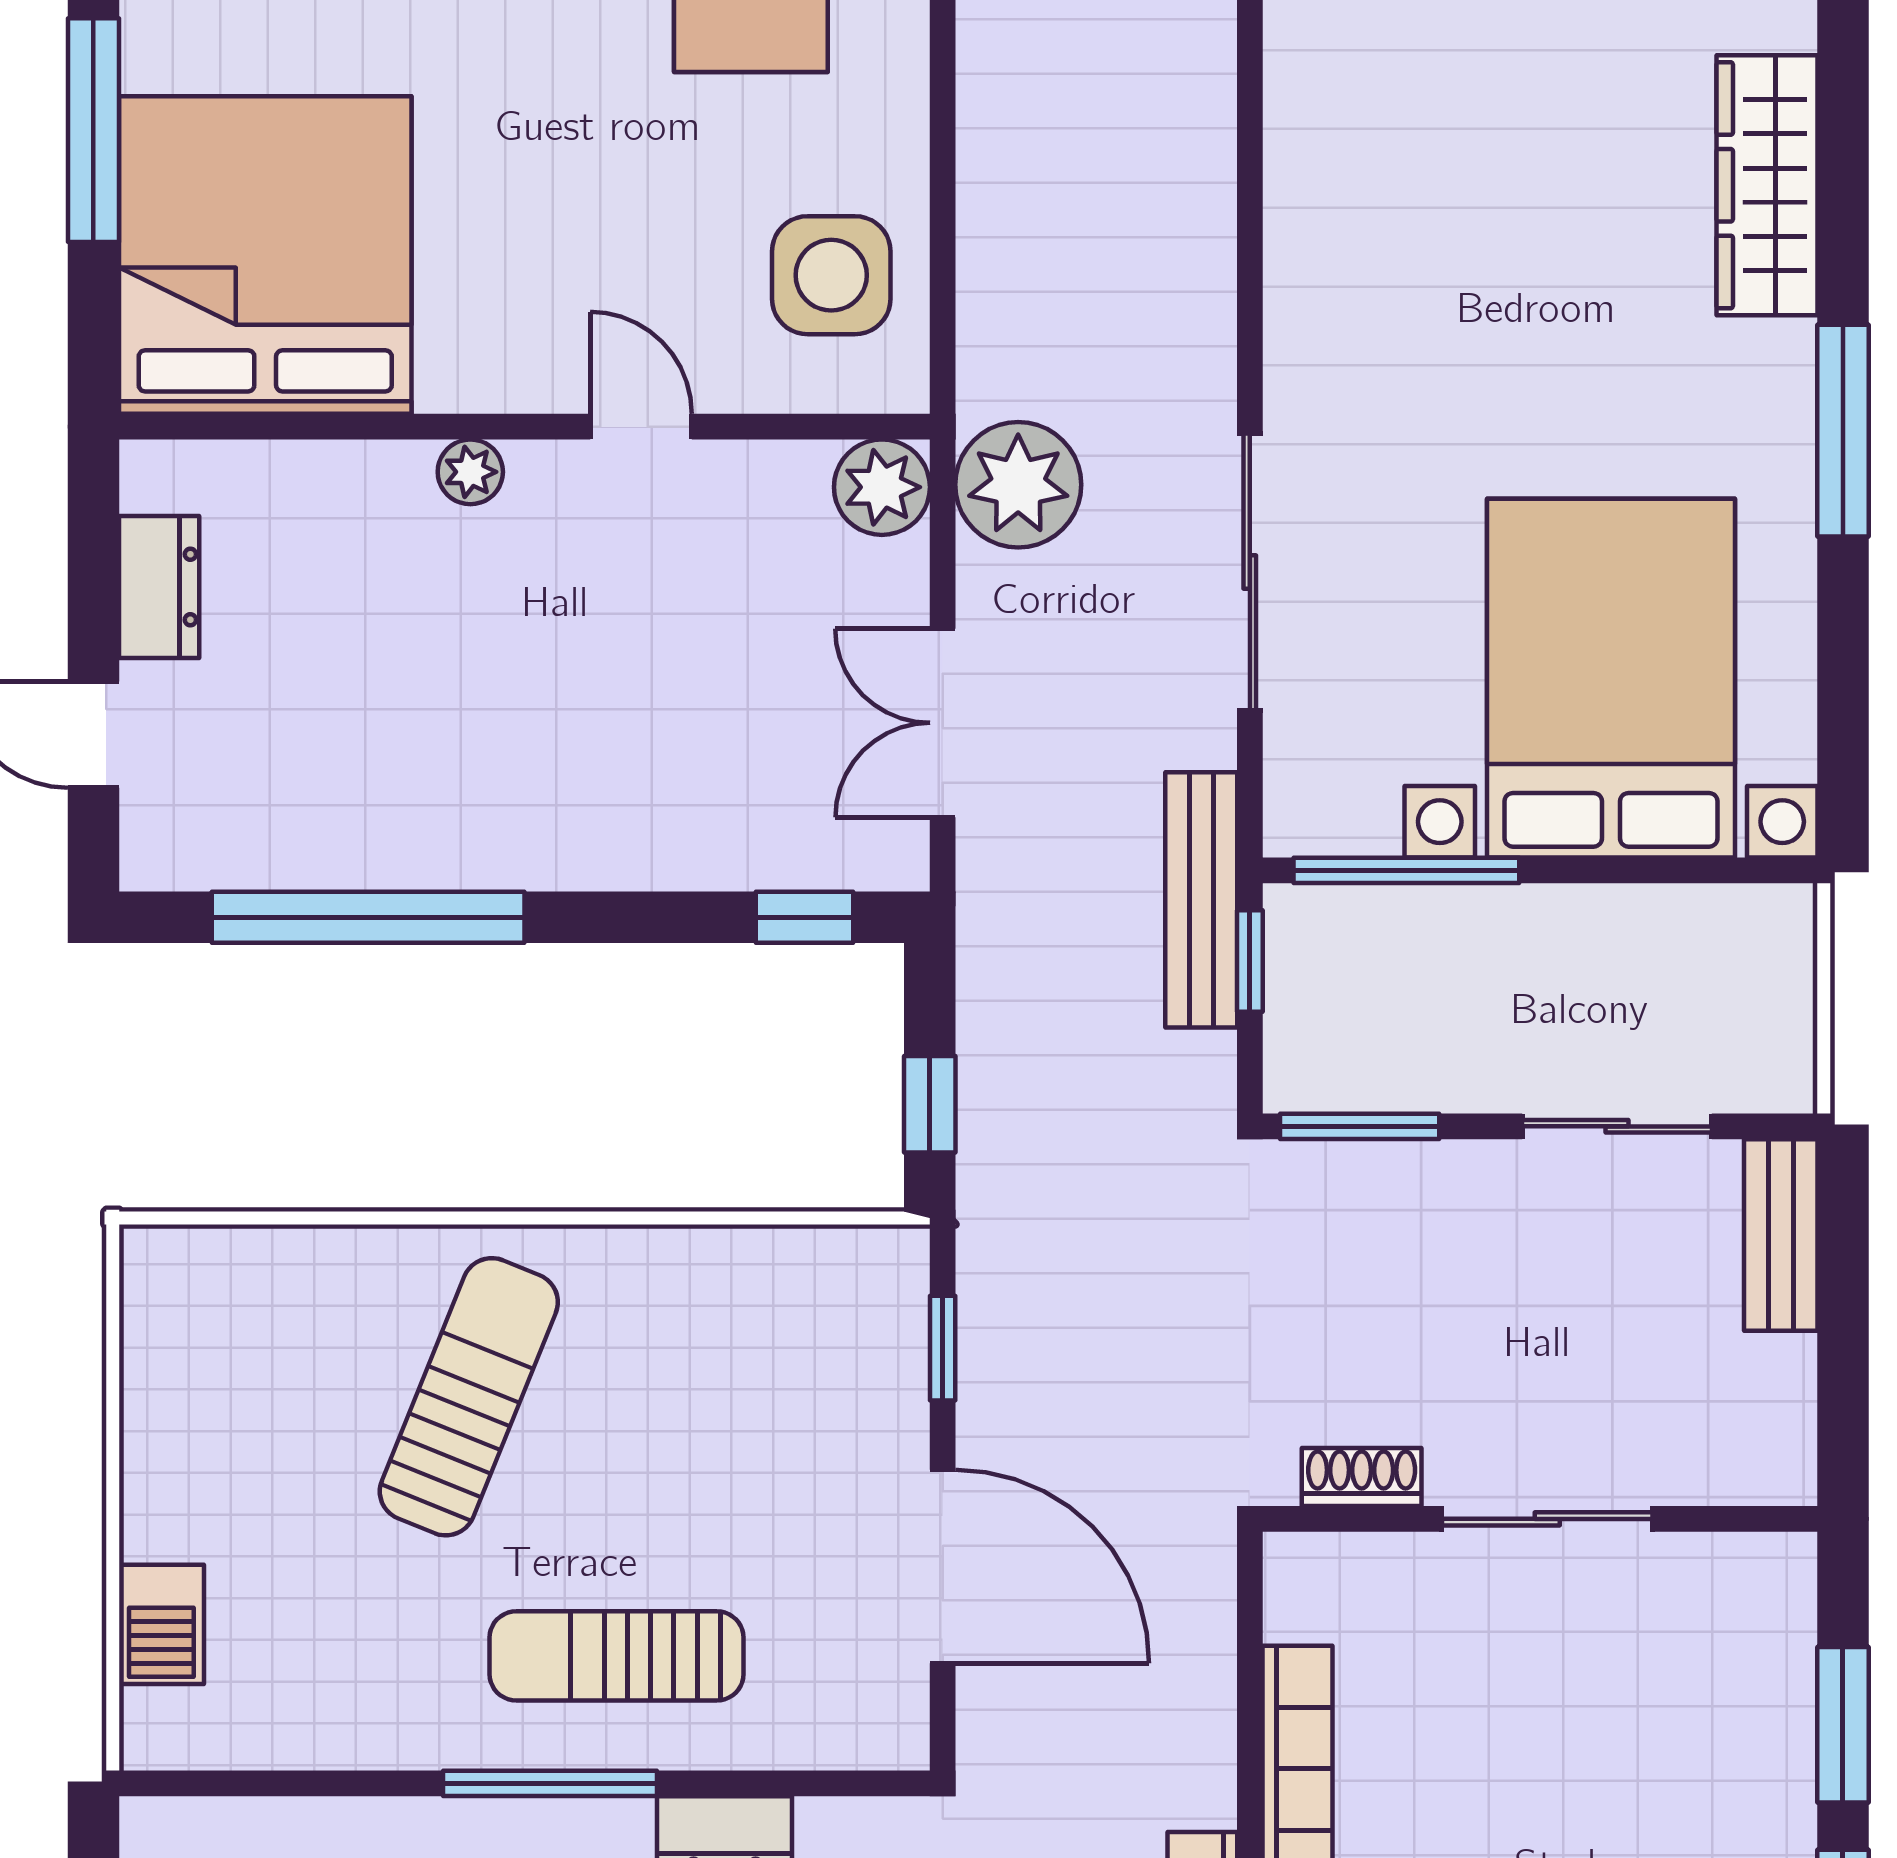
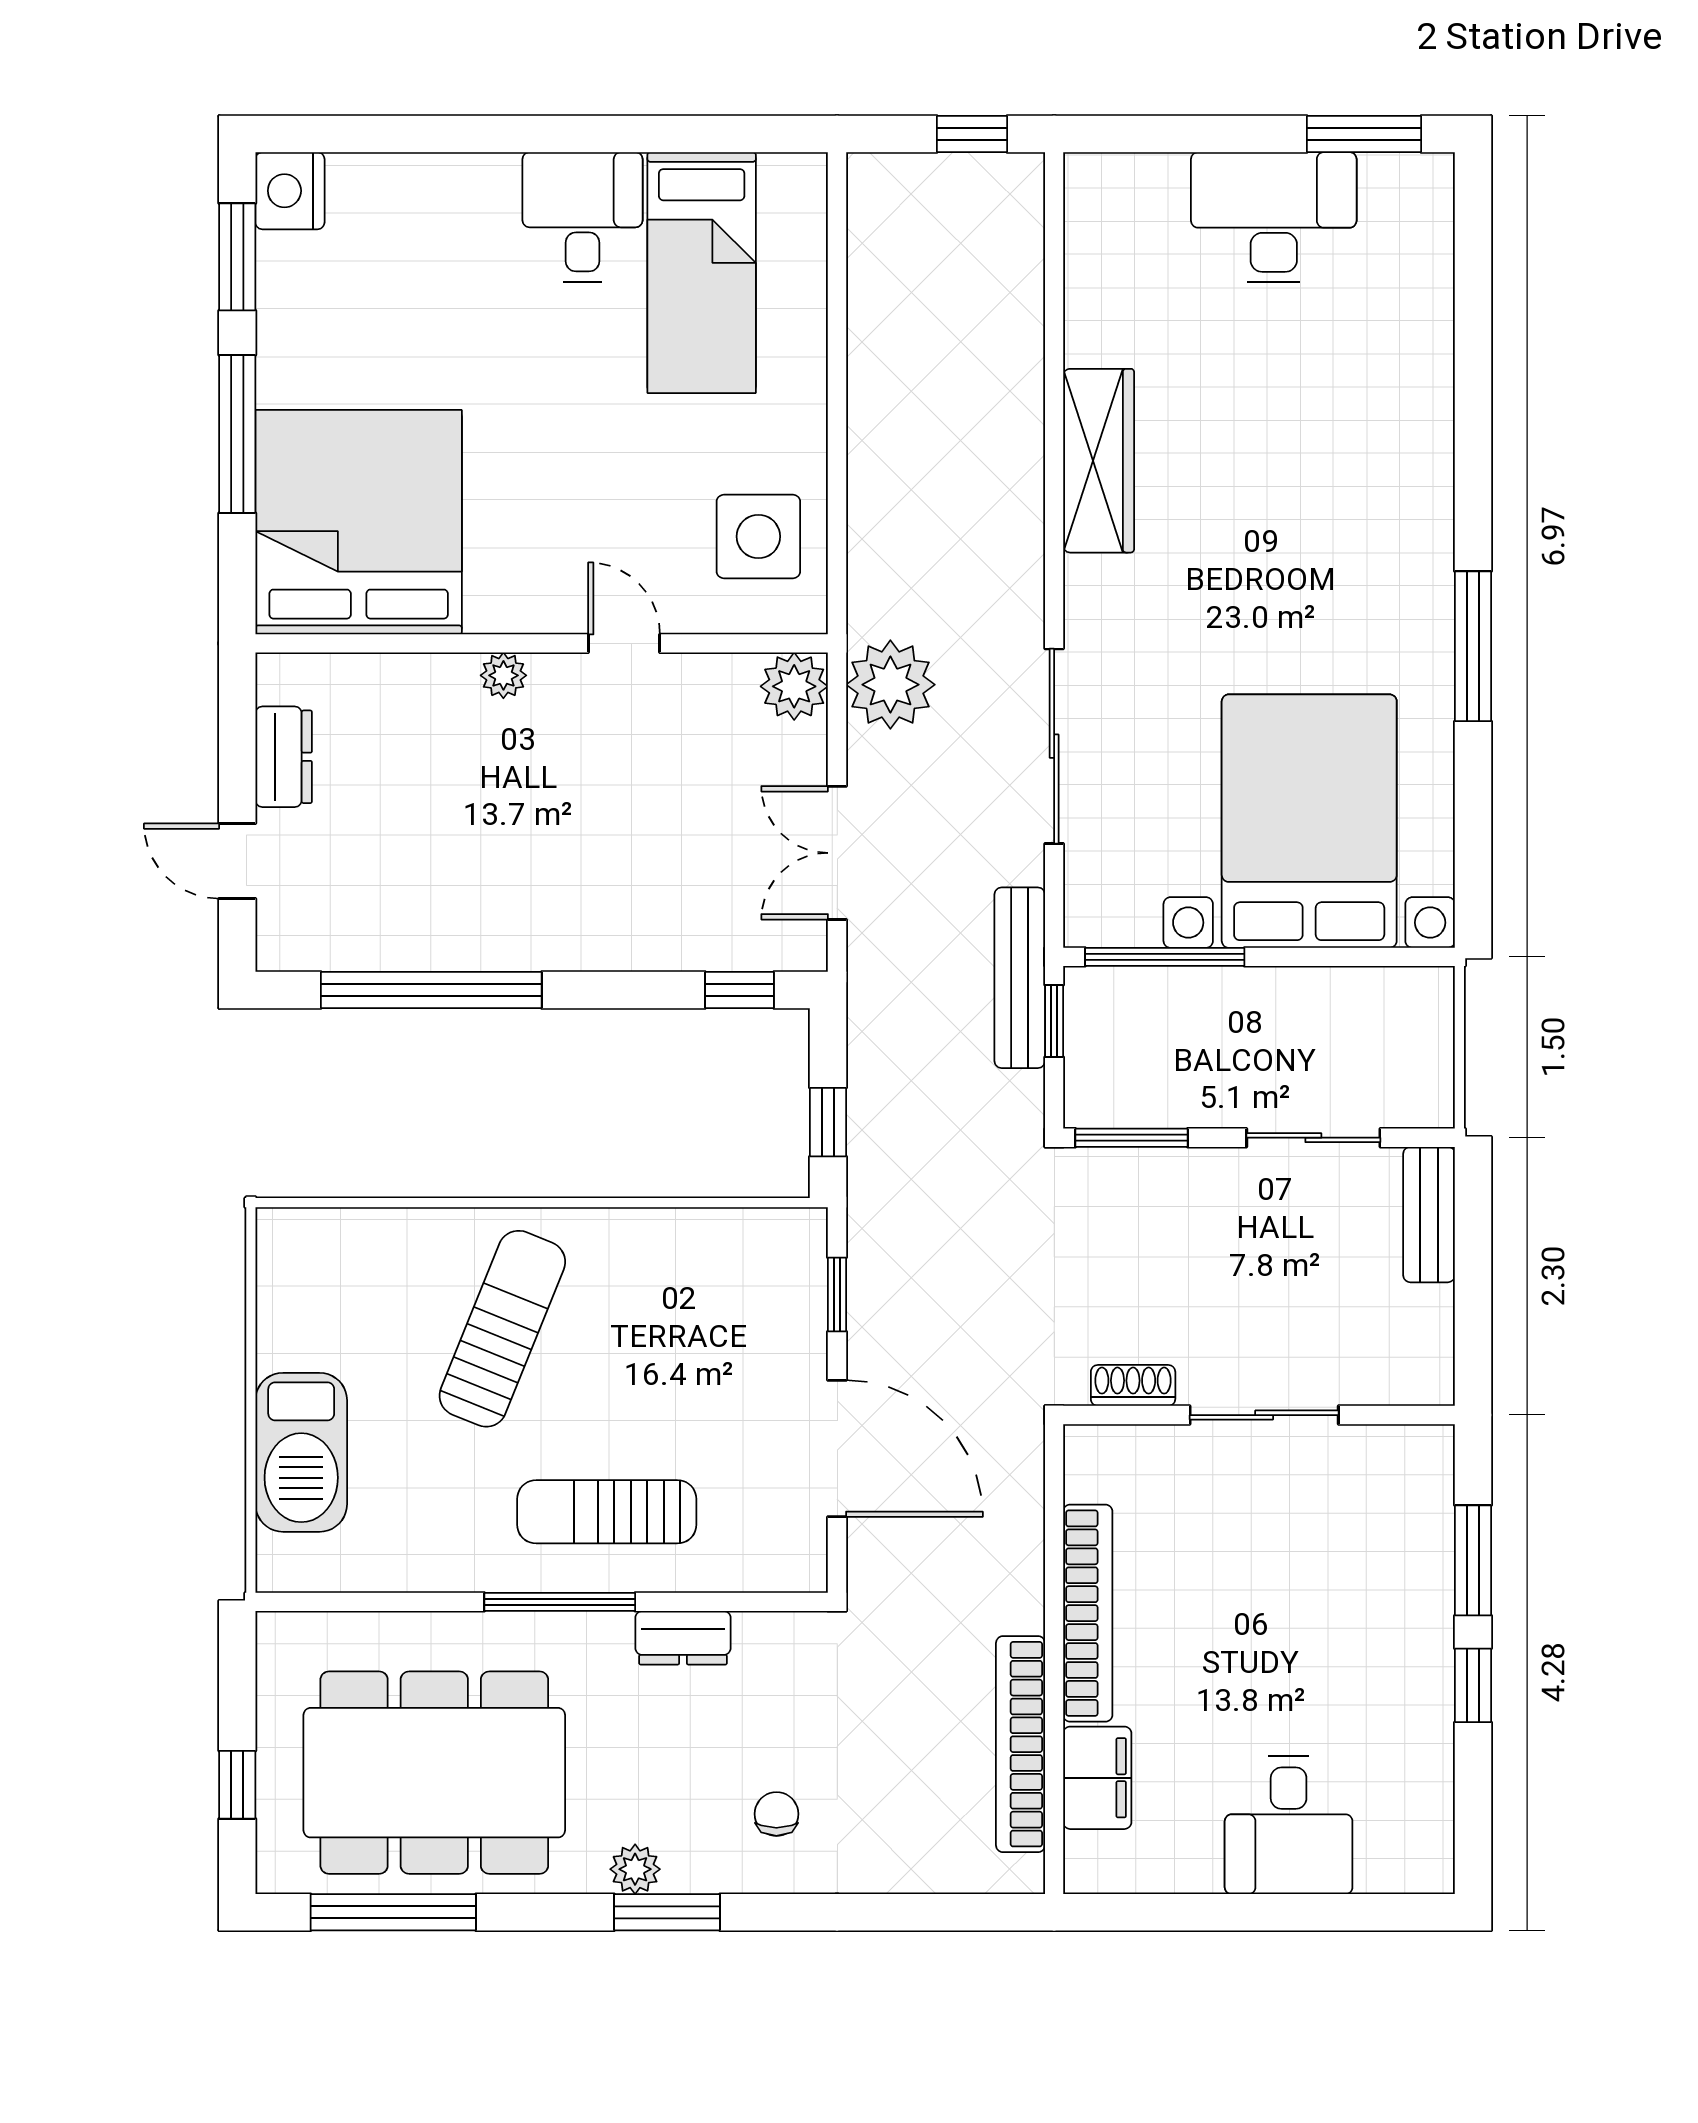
wardrobe: (1767, 185) -> (1099, 461), moved, turned 180
barbecue: (161, 1624) -> (301, 1452), width x1.88, depth x1.53

